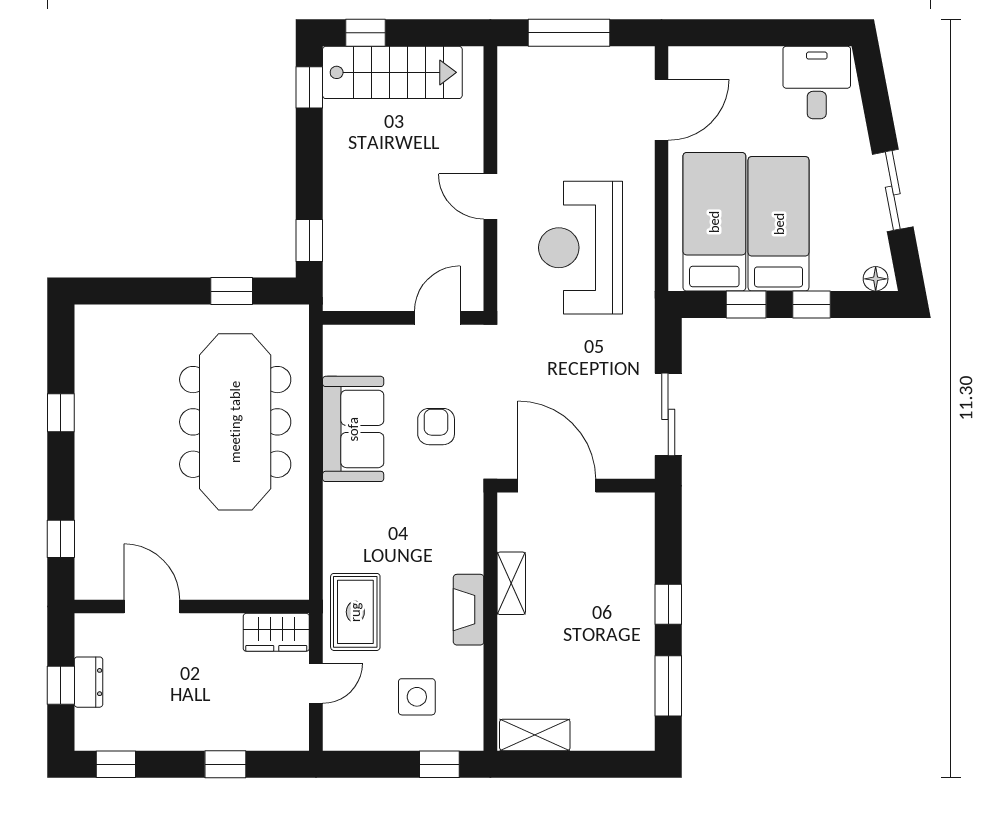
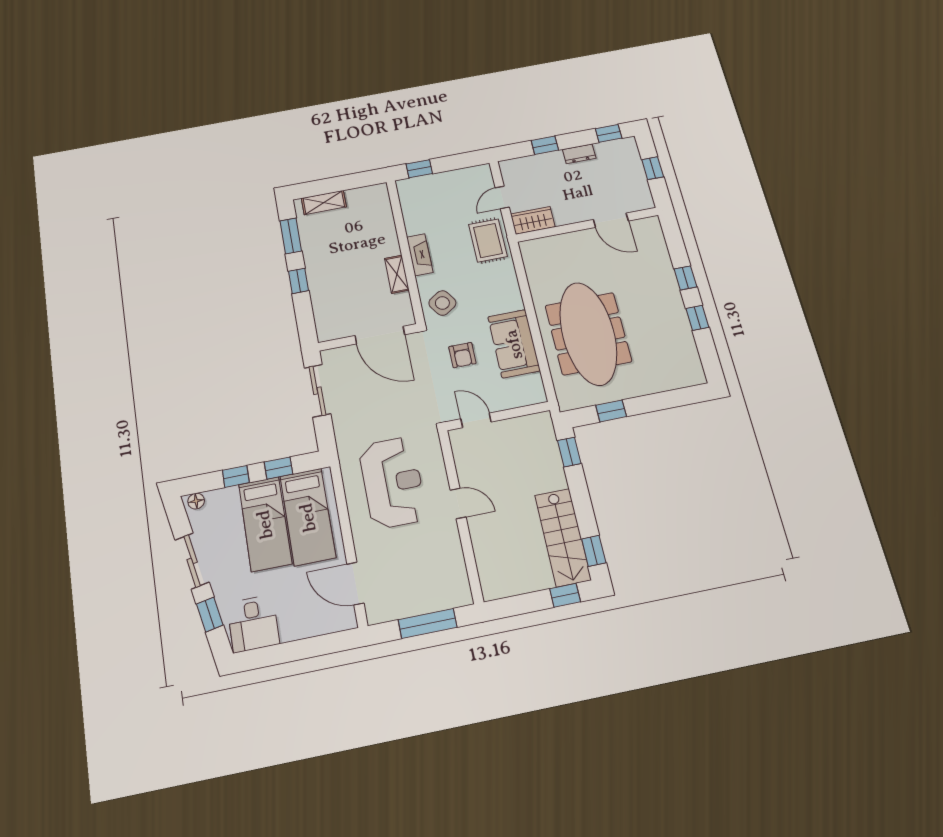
stairs: (392, 72) -> (563, 537), moved, turned -90
window: (877, 108) -> (210, 615), added
door: (662, 110) -> (355, 584), hinge flipped
door: (437, 318) -> (476, 420), swing flipped
window: (61, 539) -> (685, 278), moved
dresser: (89, 682) -> (579, 154), moved, turned -90
side table: (417, 697) -> (442, 303), moved, turned -34
shelving: (535, 735) -> (324, 202), moved

